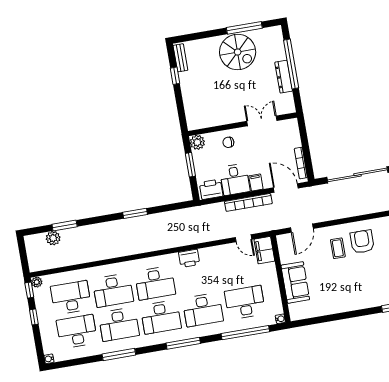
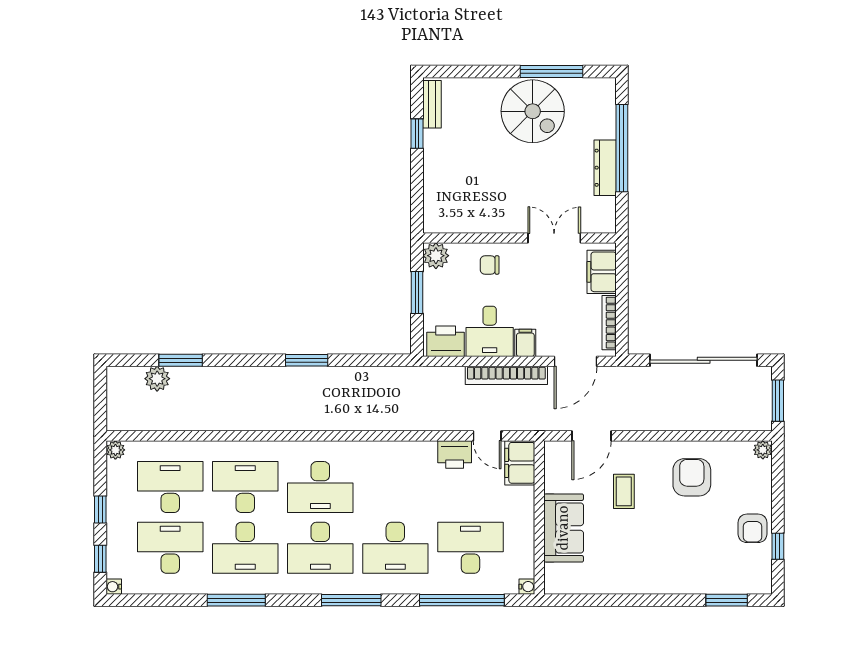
filing cabinet: (292, 135) -> (602, 272), added
door: (286, 188) -> (575, 361), swing flipped
coffee table: (338, 248) -> (624, 491), moved
printer: (189, 258) -> (455, 454), moved
window: (29, 290) -> (100, 559), moved
desk: (113, 290) -> (245, 487), turned 180

